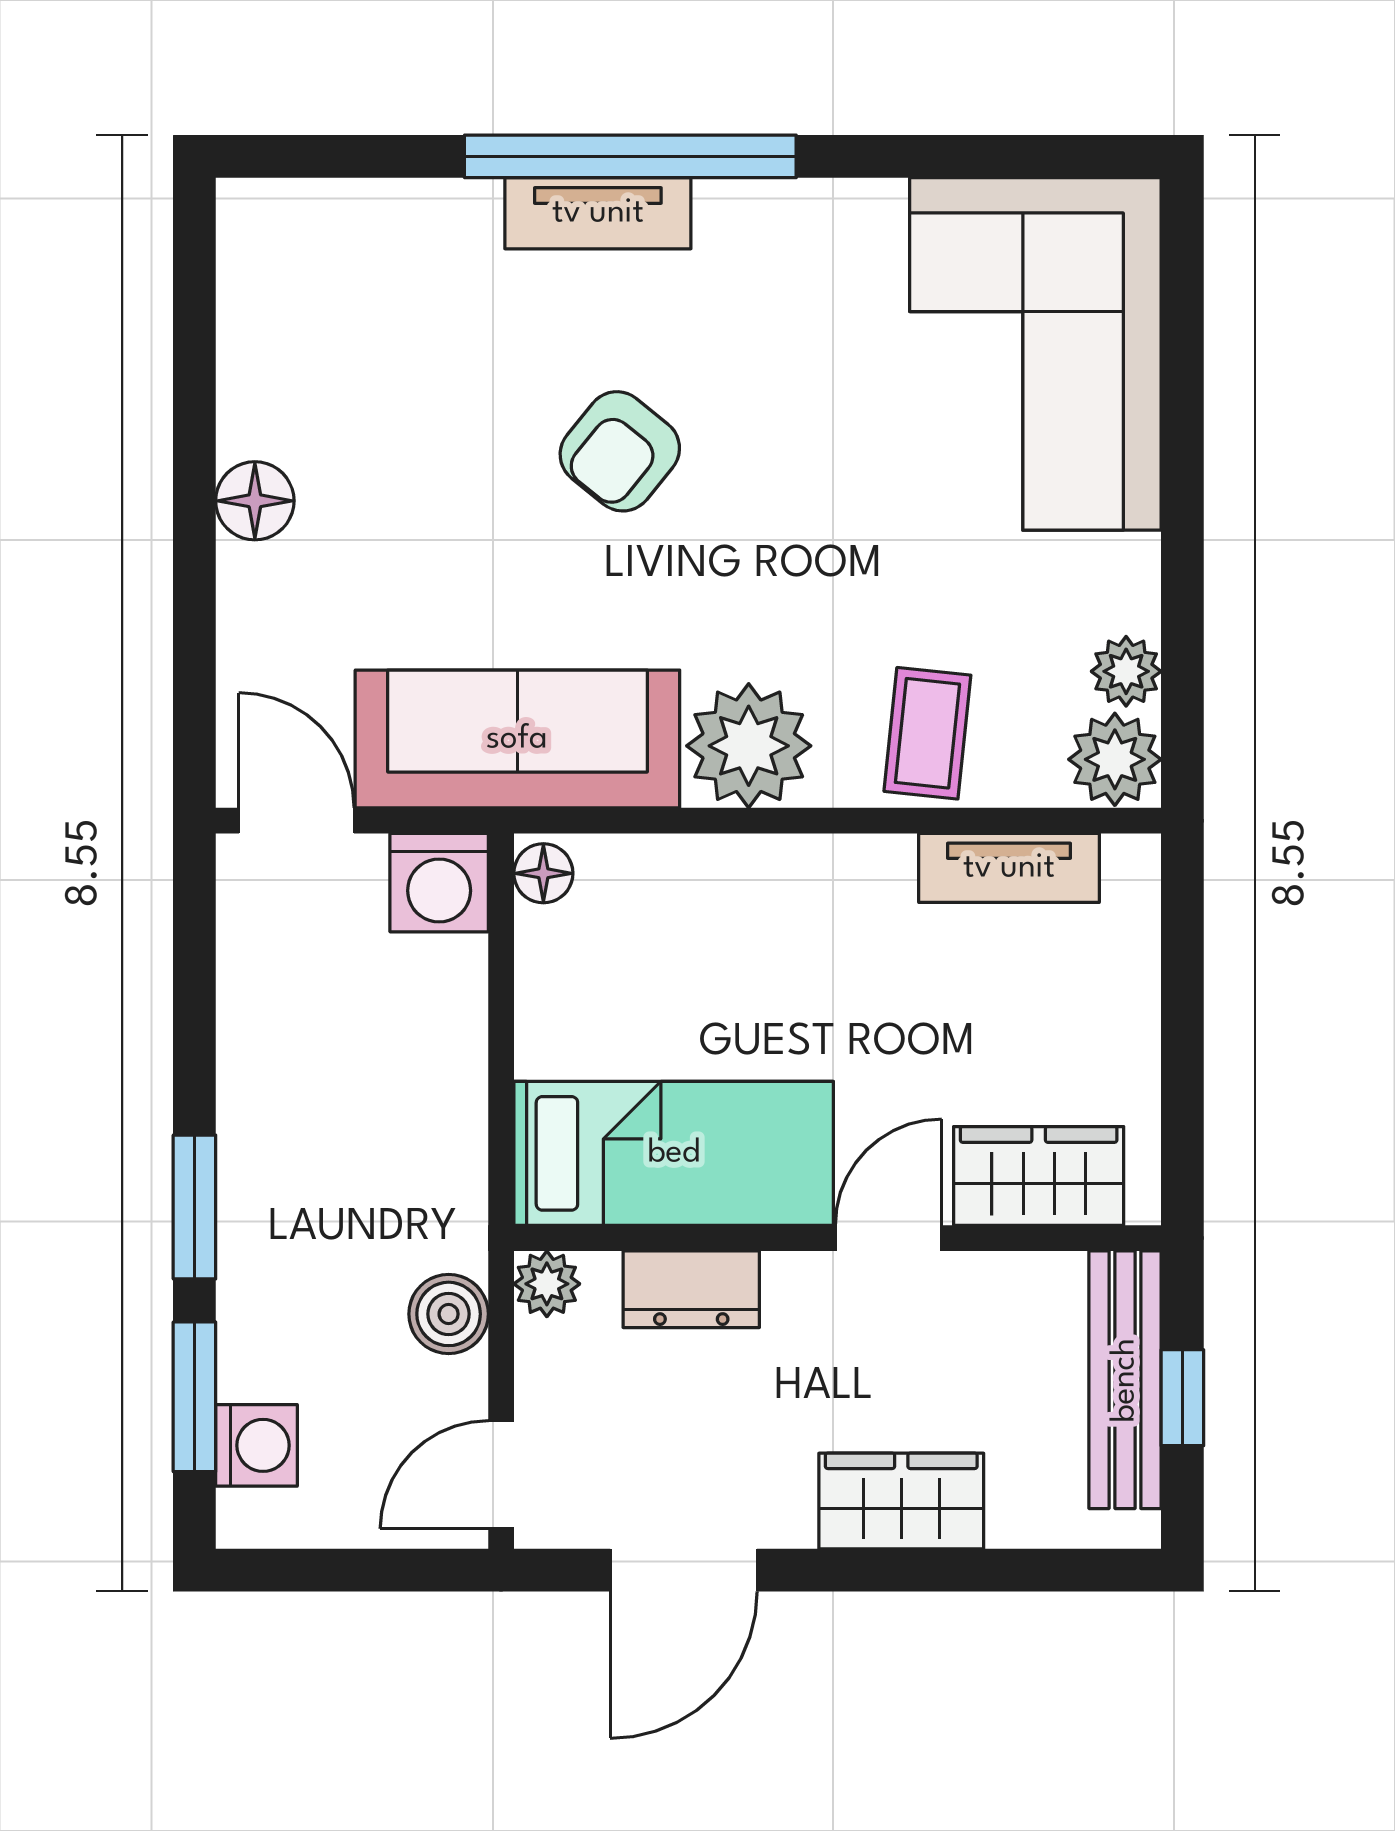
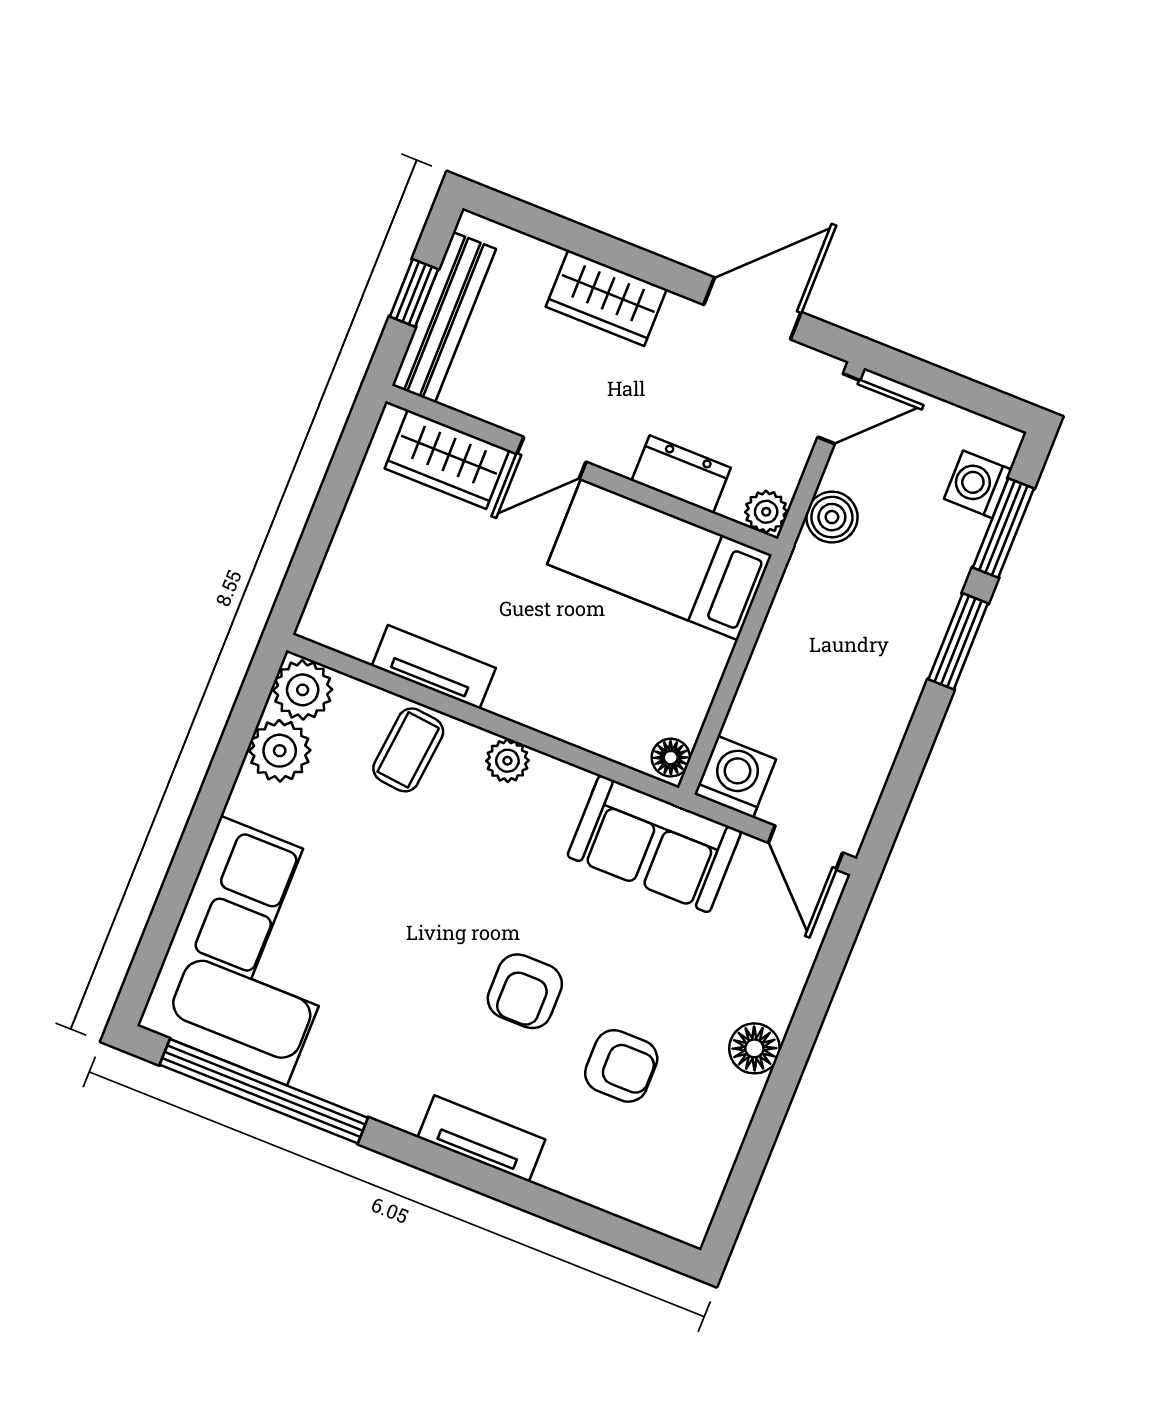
window: (630, 156) -> (264, 1091), moved
armchair: (437, 399) -> (621, 1066), added
armchair: (620, 451) -> (525, 991), turned 141
plant: (1126, 671) -> (280, 751), width x1.38, depth x1.38
sofa: (517, 739) -> (654, 844), width x0.73
plant: (749, 746) -> (507, 761), width x0.53, depth x0.53
tv unit: (1009, 868) -> (434, 667), moved

